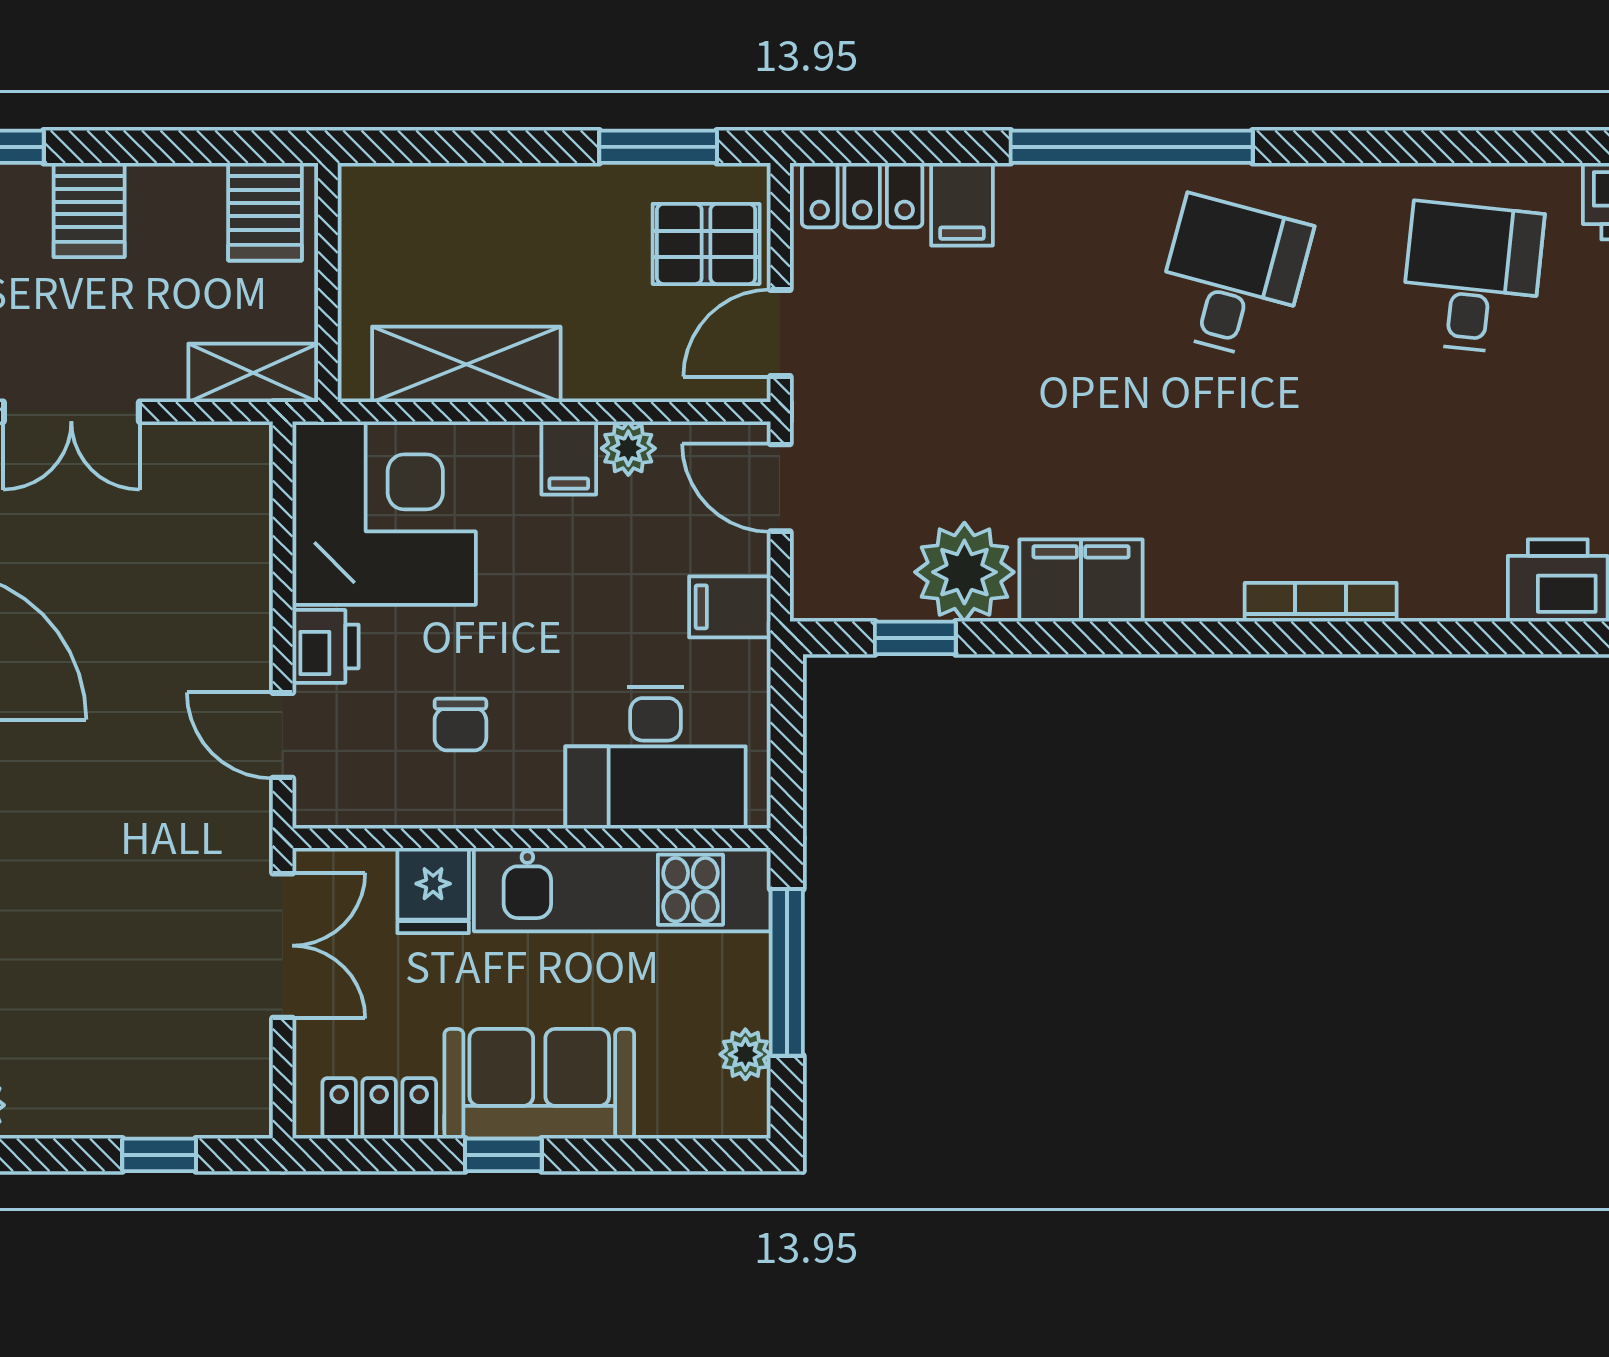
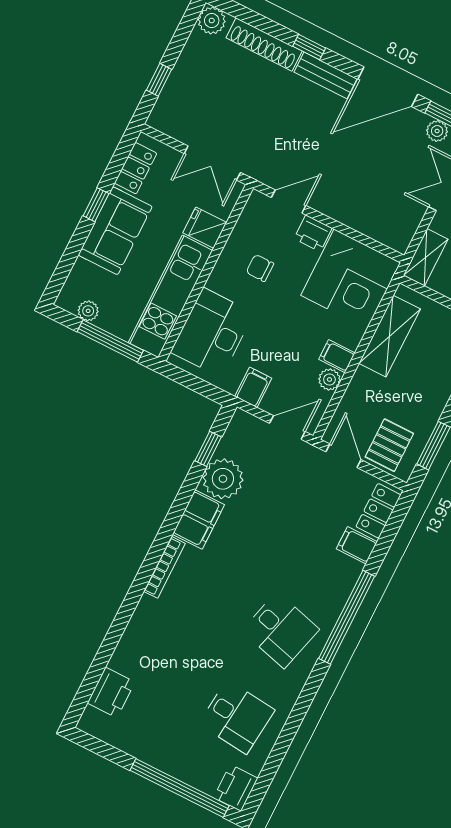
bookcase: (1321, 602) -> (164, 567), moved

